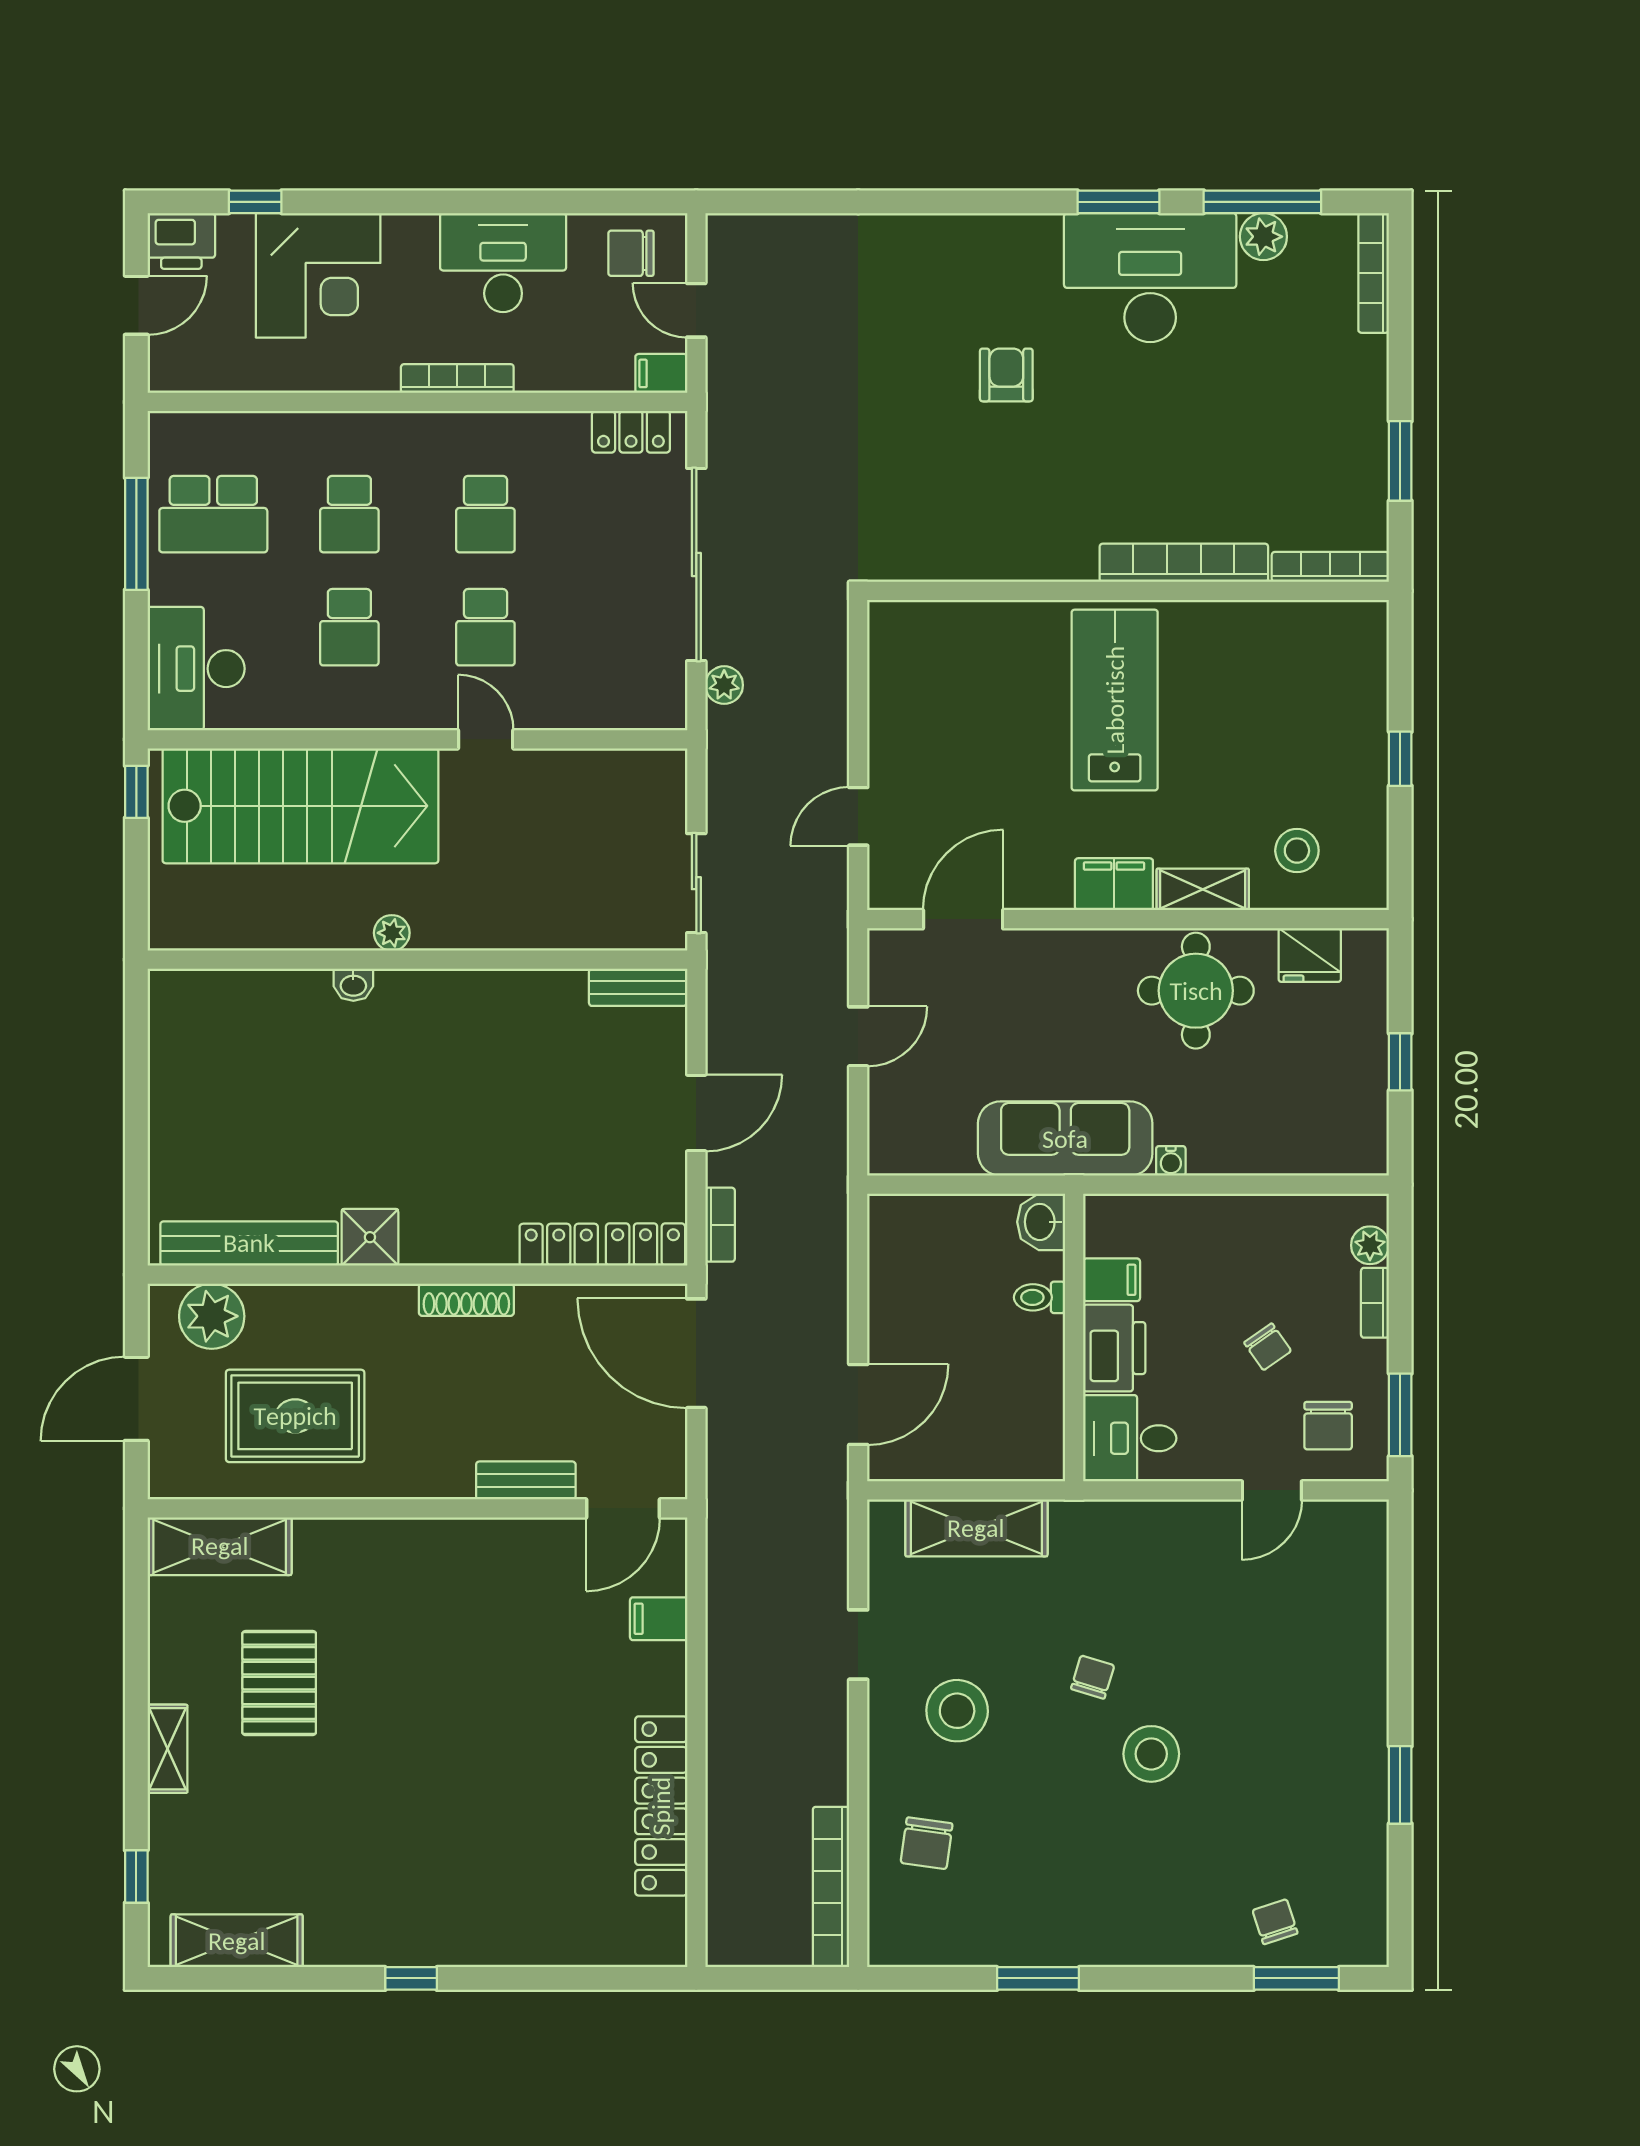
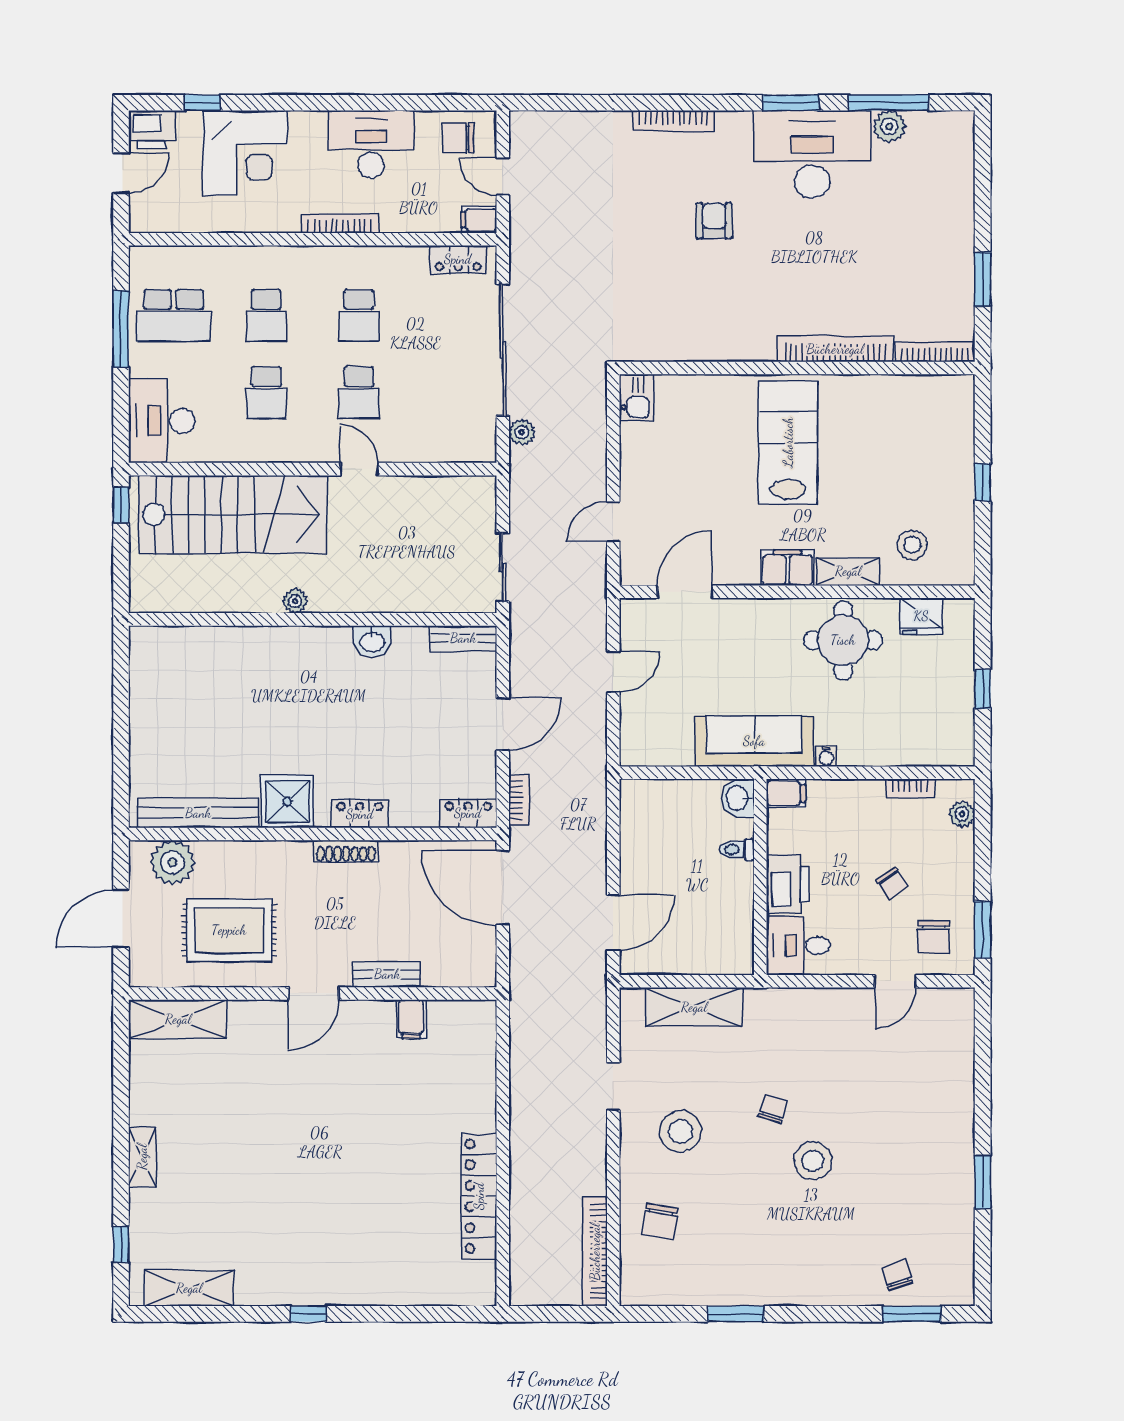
bookcase: (1374, 273) -> (673, 121), moved, turned -90
kitchen sink: (892, 635) -> (636, 398), added
washbasin: (353, 985) -> (372, 641), moved, width x1.38, depth x1.45
shower: (370, 1237) -> (287, 801), width x1.36, depth x1.36
locker: (559, 1245) -> (360, 814), moved
filing cabinet: (1112, 1280) -> (786, 793), moved
bookcase: (1375, 1303) -> (910, 788), moved, turned -90
door: (623, 1508) -> (314, 993), moved
filing cabinet: (659, 1619) -> (411, 1019), moved, turned -90
pallet: (279, 1683) -> (218, 1112), removed

